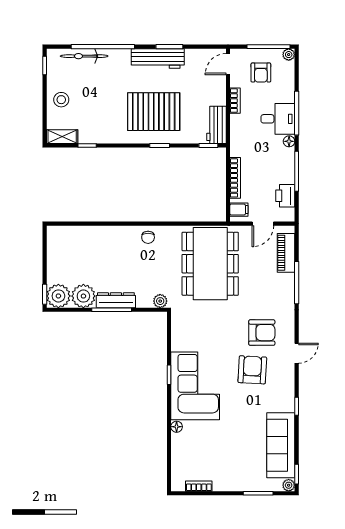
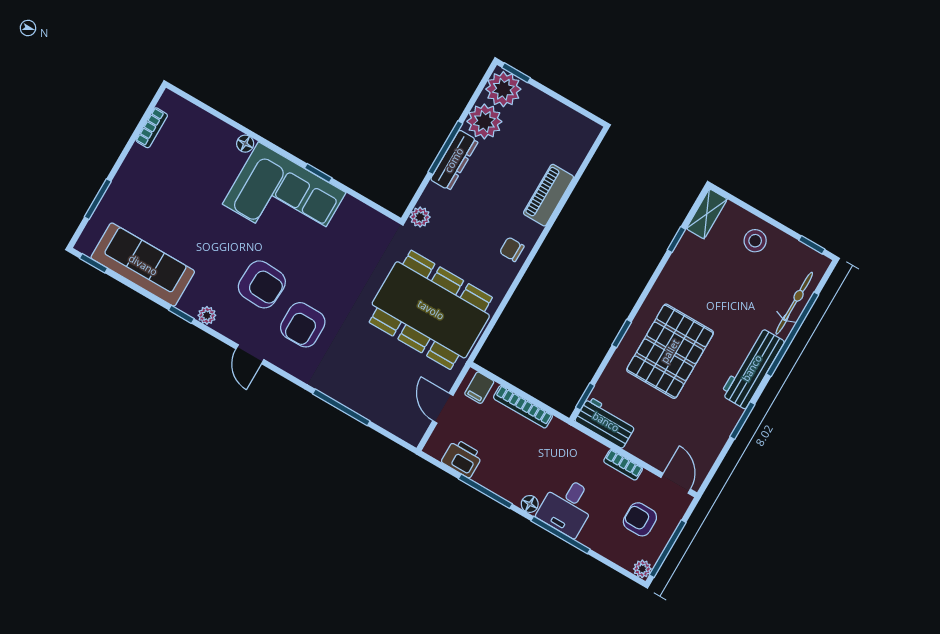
workbench: (158, 58) -> (752, 368), moved
piano: (286, 253) -> (548, 195), moved, turned -90
plant: (289, 485) -> (207, 315), moved

